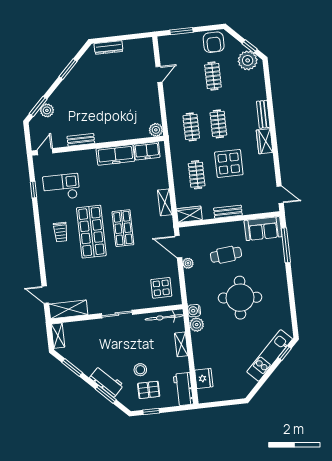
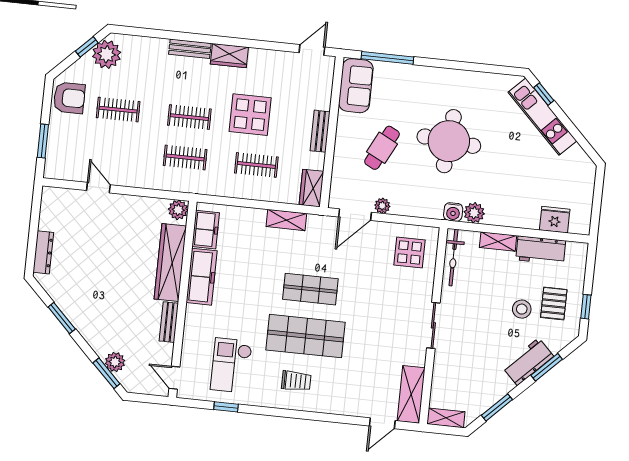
wardrobe: (120, 132) -> (170, 262), added
cafe table: (226, 255) -> (382, 148), turned 32
workbench: (183, 389) -> (541, 250), moved

